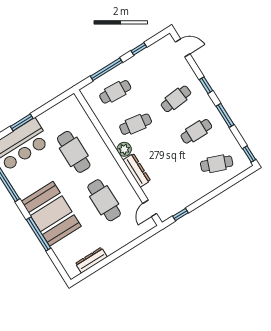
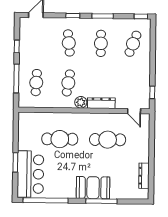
booth: (51, 214) -> (93, 188), width x0.73, depth x0.70

